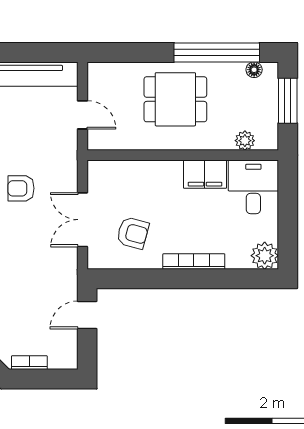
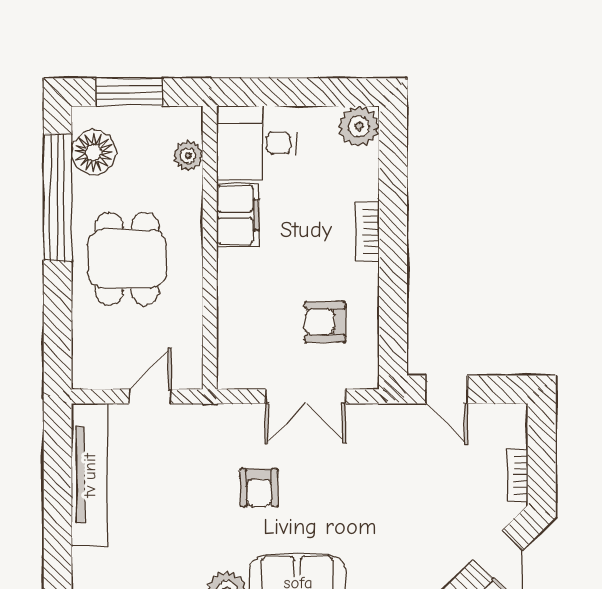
floor lamp: (254, 70) -> (94, 152), width x1.89, depth x1.89
armchair: (133, 233) -> (325, 322), turned -105
bookcase: (194, 261) -> (367, 231), width x0.64

